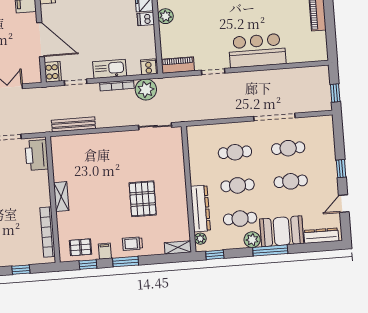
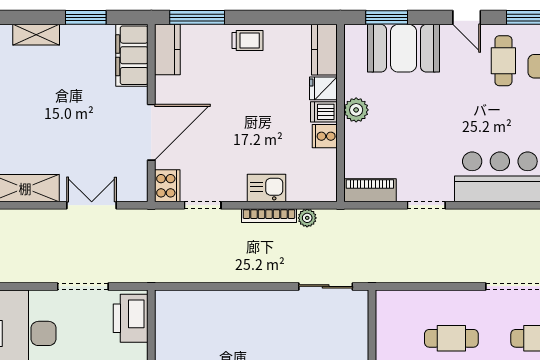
door: (41, 40) -> (151, 132), hinge flipped
cooker: (149, 67) -> (325, 136), moved, turned -90
kitchen sink: (110, 69) -> (267, 188), width x0.73
plant: (146, 89) -> (307, 218), width x0.53, depth x0.53
bench: (73, 124) -> (194, 273), removed

